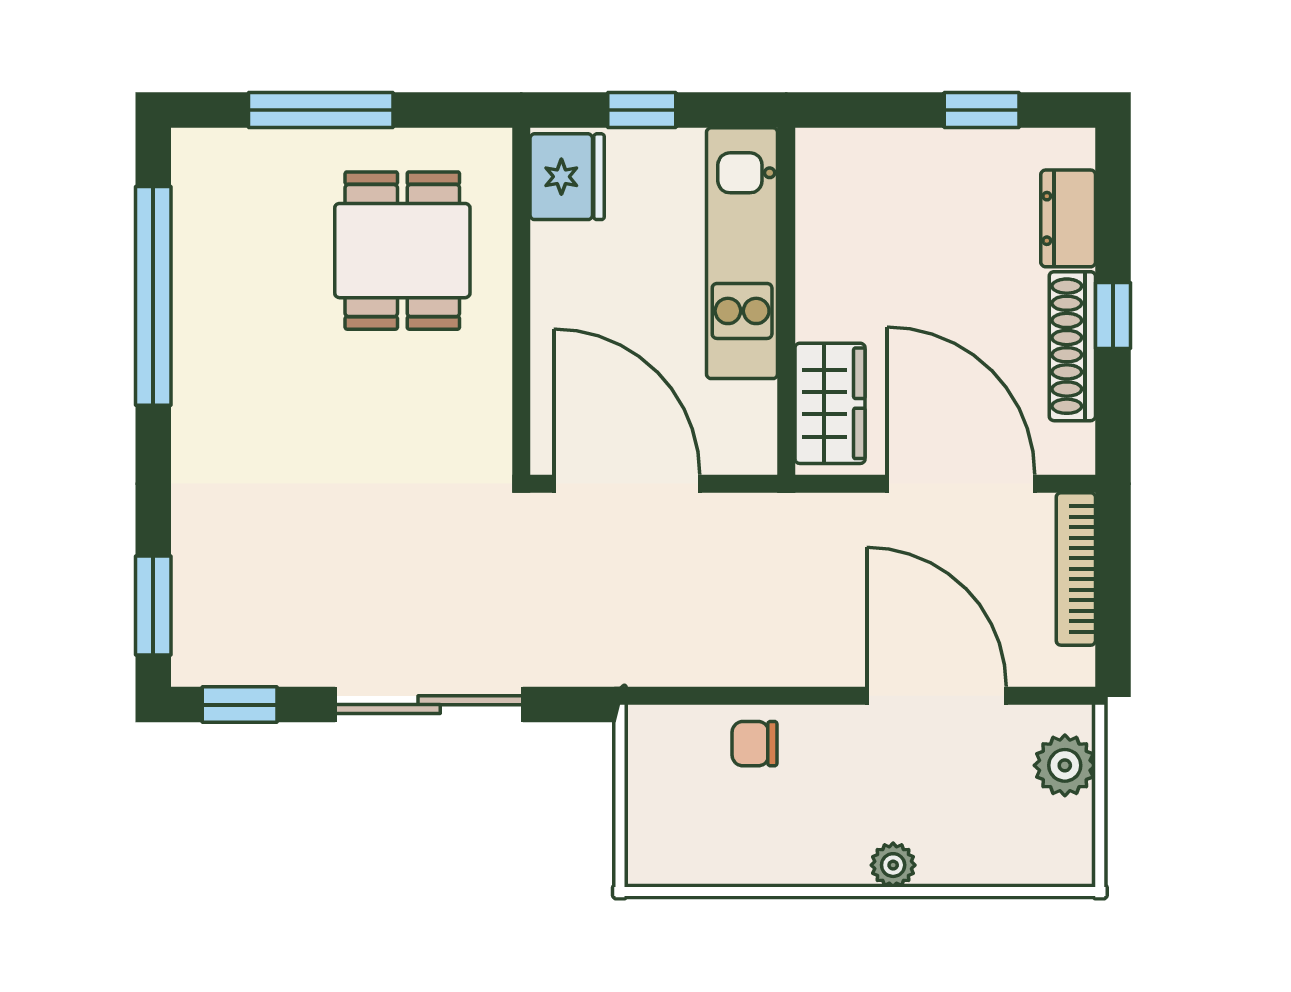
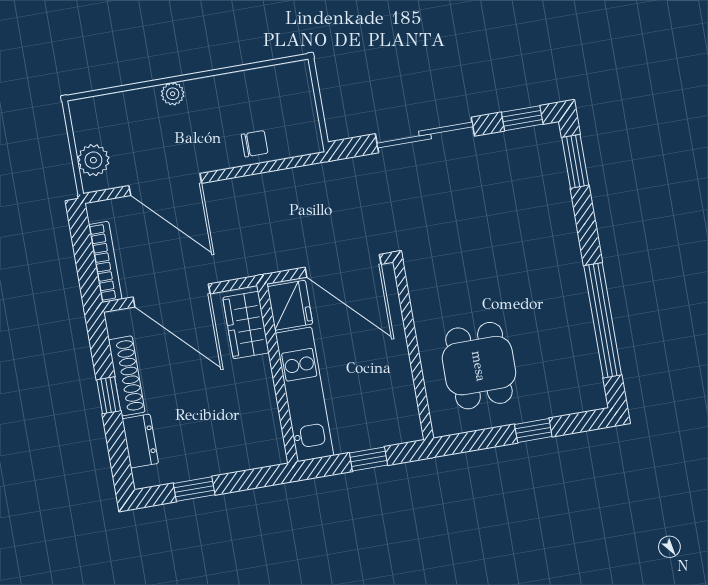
window: (321, 110) -> (533, 431), width x0.46
fridge: (567, 177) -> (290, 305), moved, turned 180

